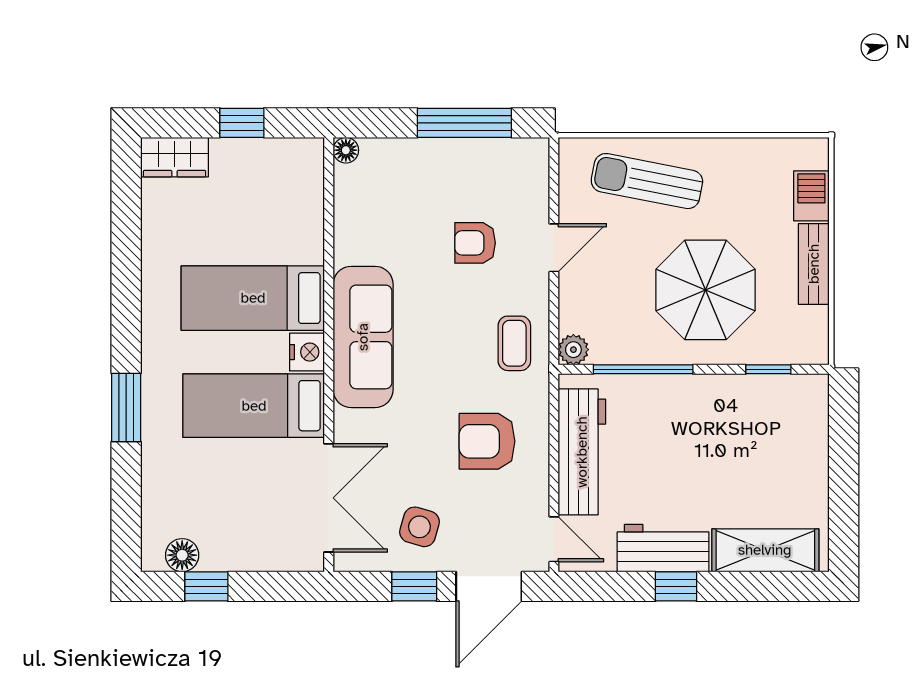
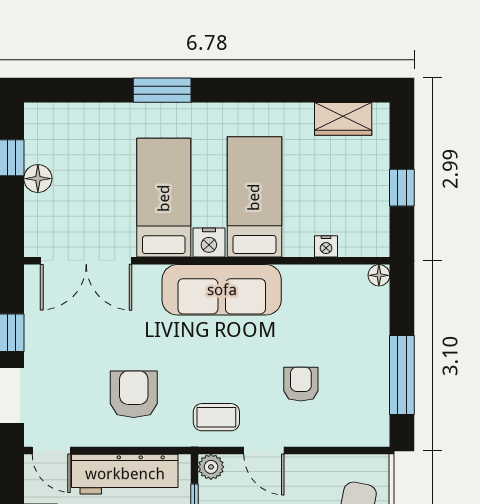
wardrobe: (174, 157) -> (343, 119), moved, turned -90
nightstand: (312, 213) -> (326, 246), added
door: (554, 248) -> (264, 450), moved
side table: (419, 527) -> (62, 337), removed
door: (554, 539) -> (51, 450), hinge flipped
floor lamp: (182, 555) -> (38, 179), moved

